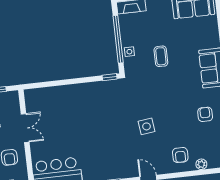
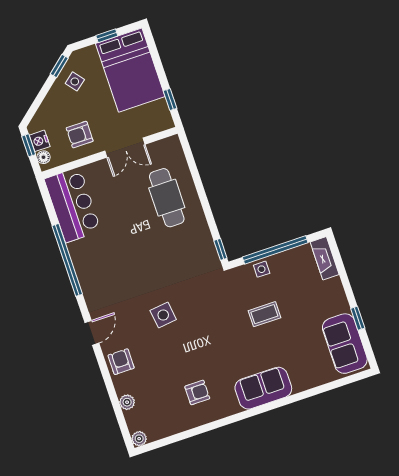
cafe table: (66, 107) -> (167, 198), added
armchair: (180, 155) -> (121, 362), moved, turned 90

